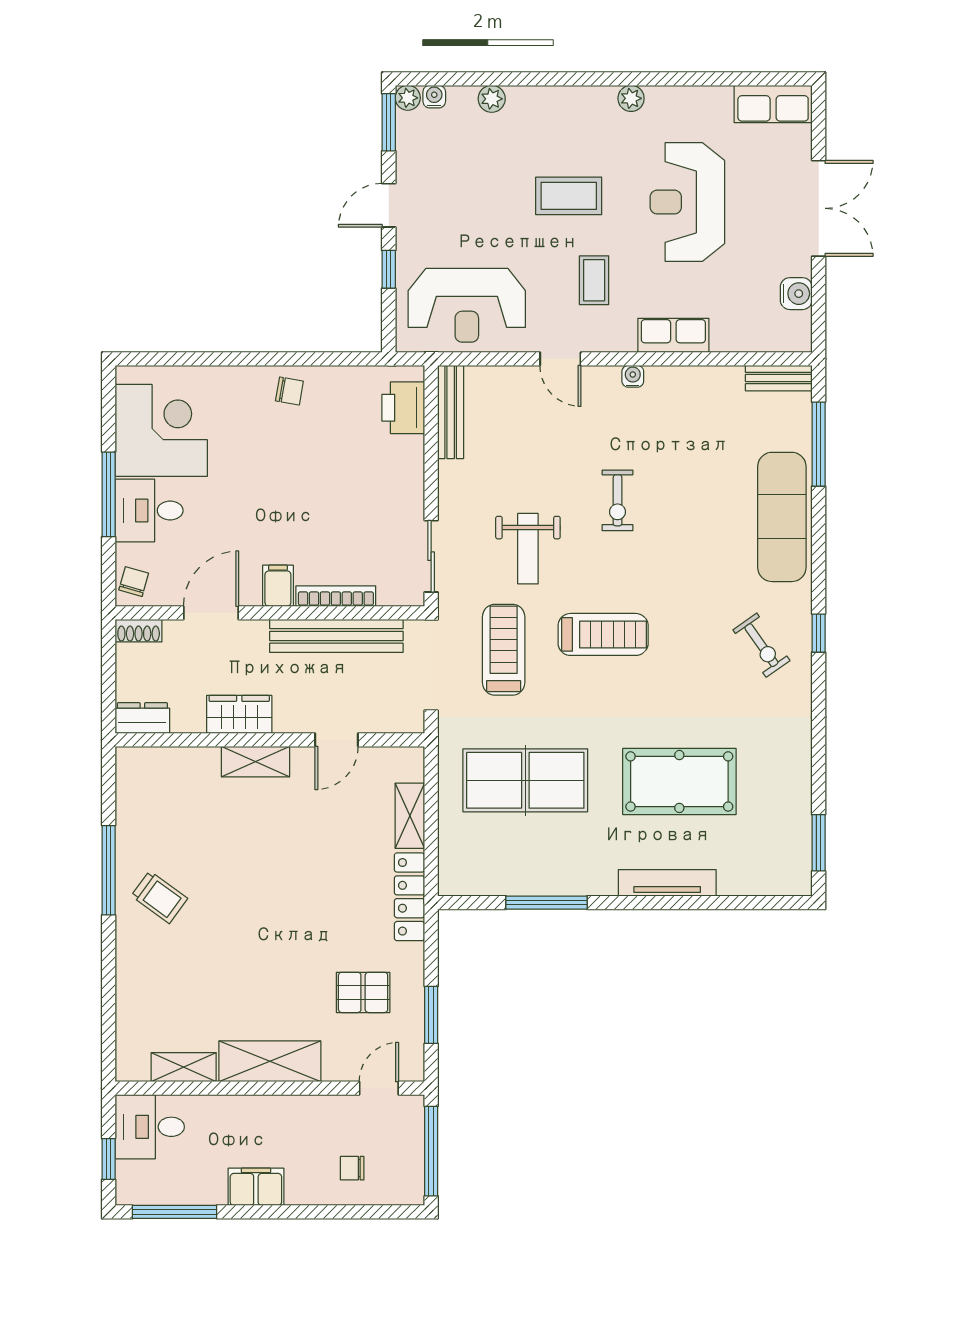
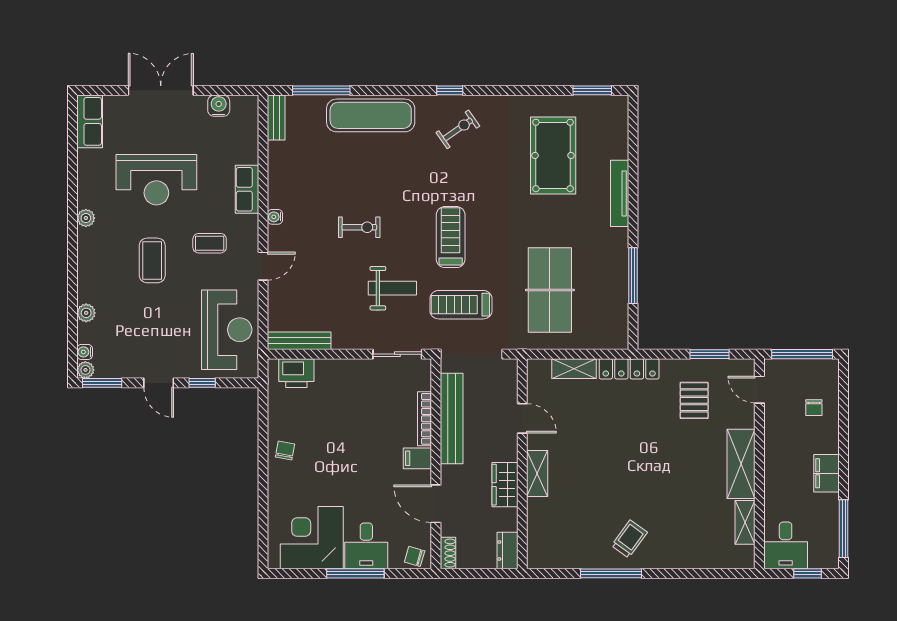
pool table: (679, 781) -> (553, 155), moved

